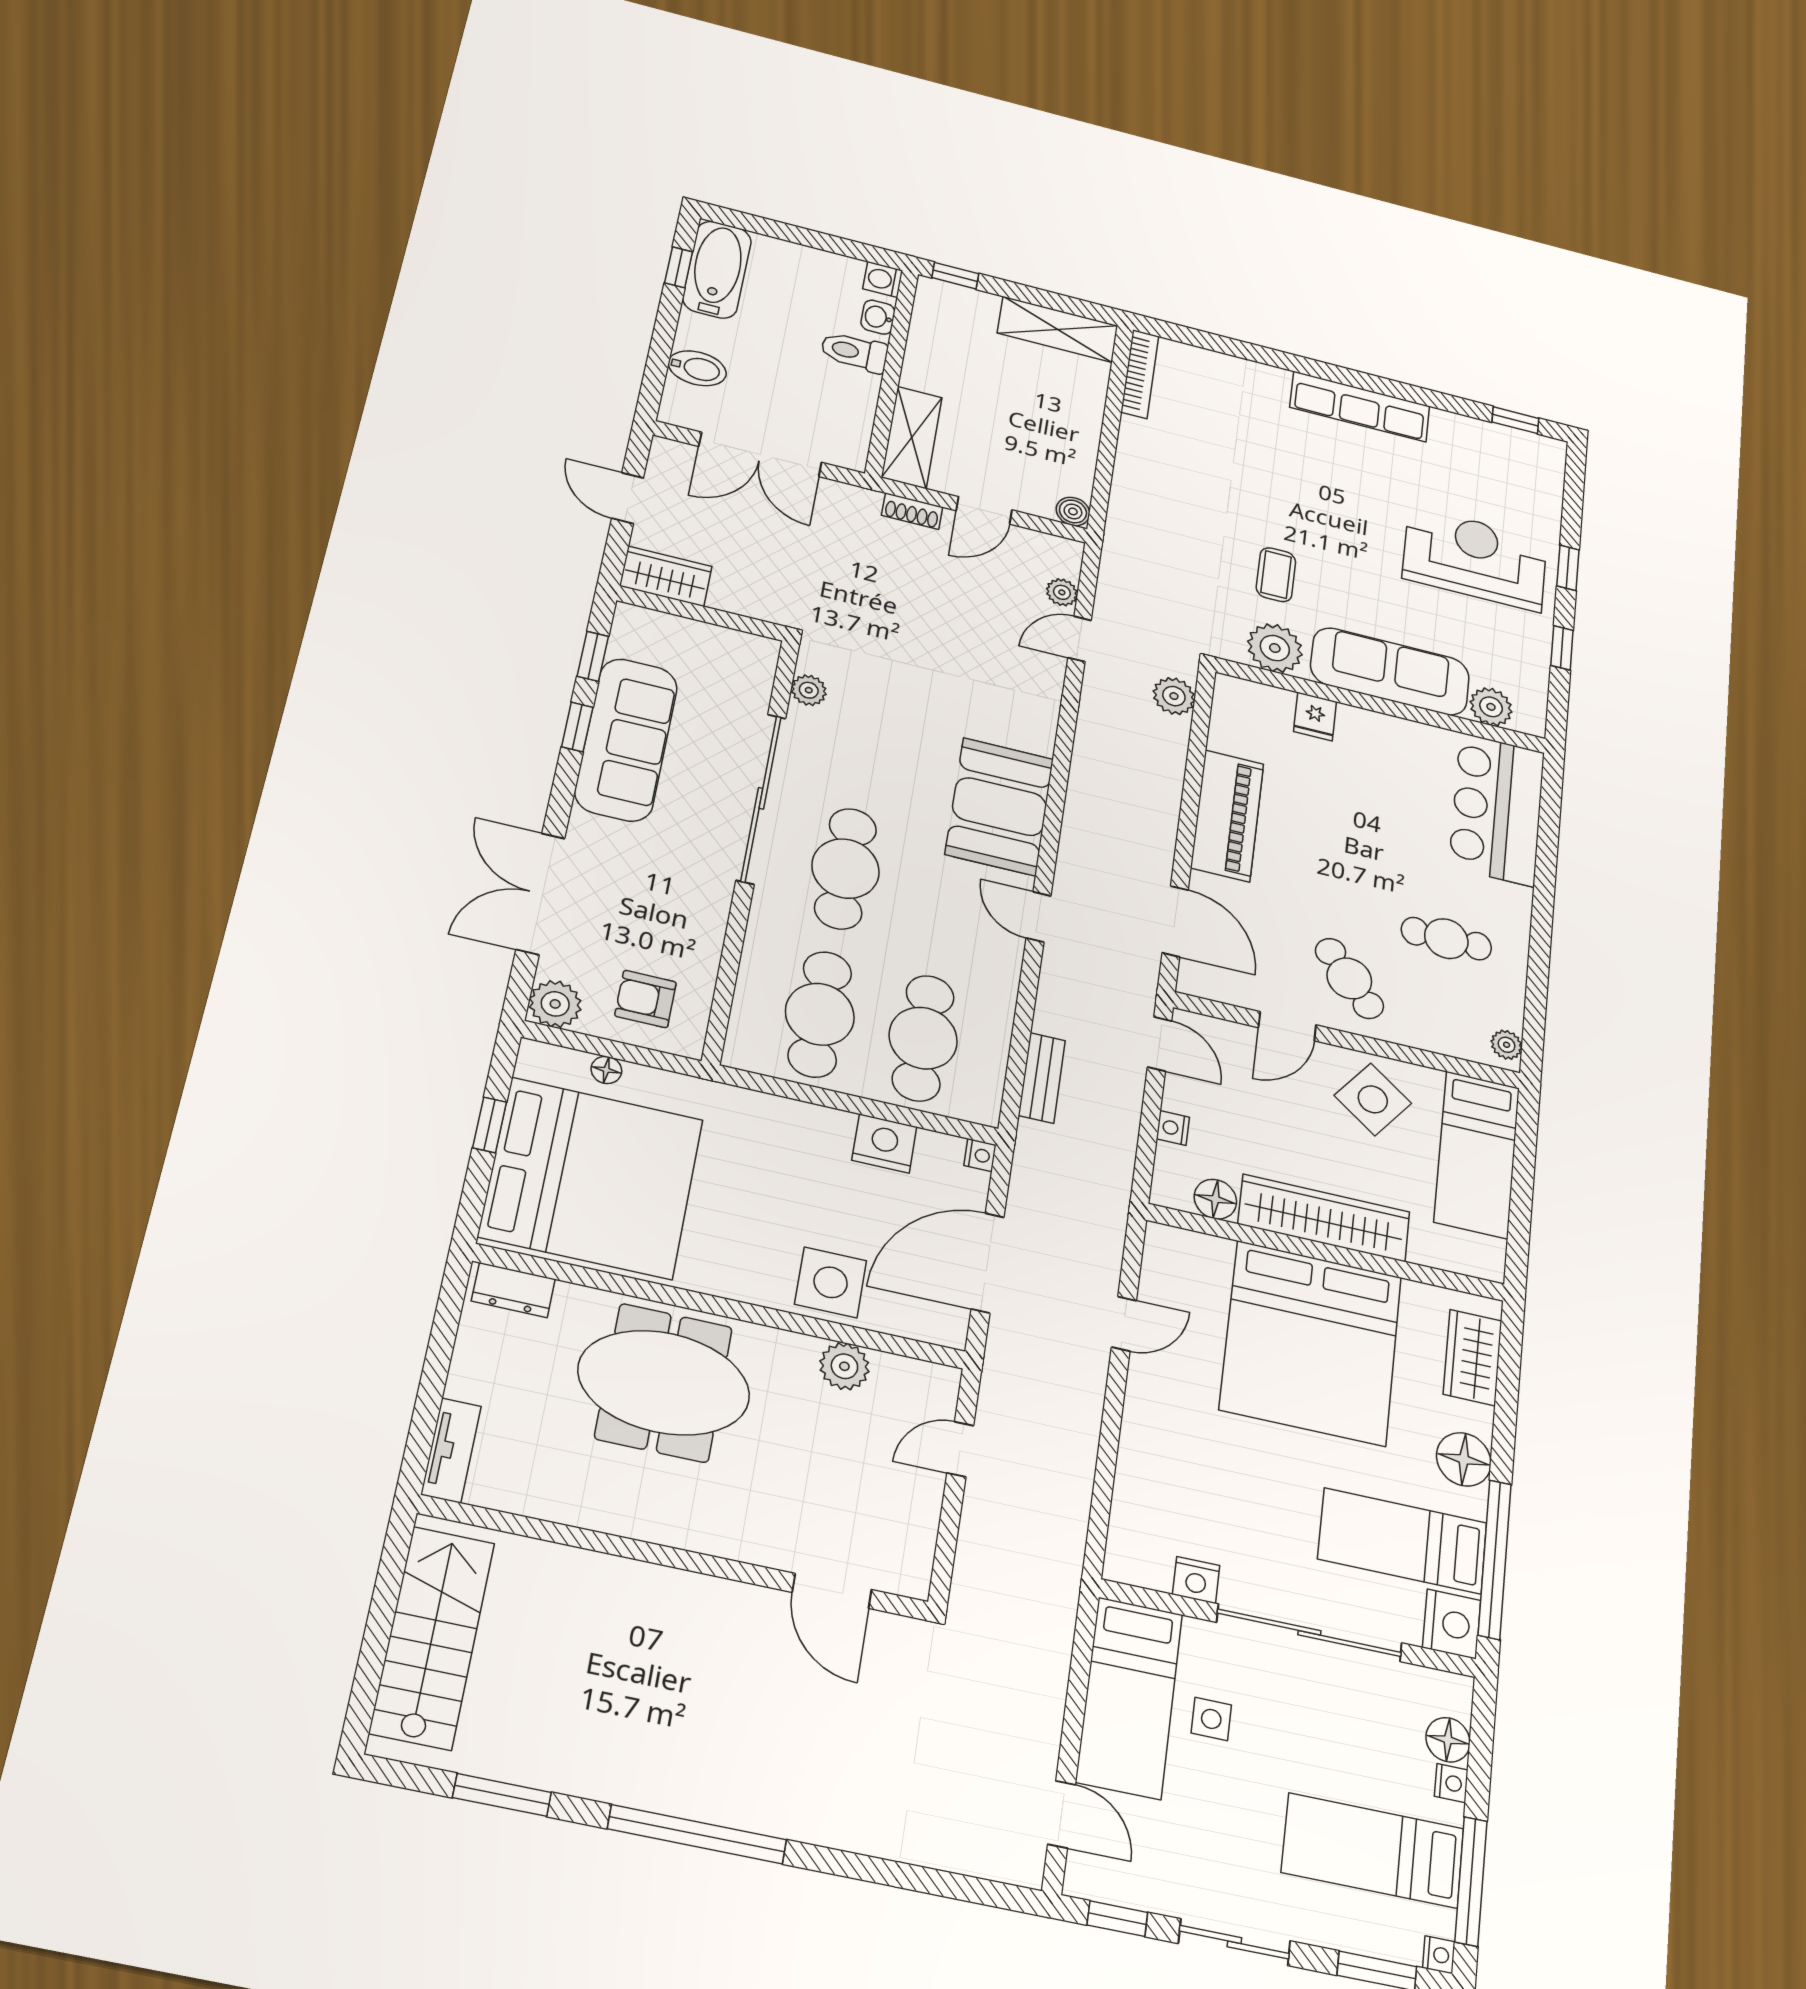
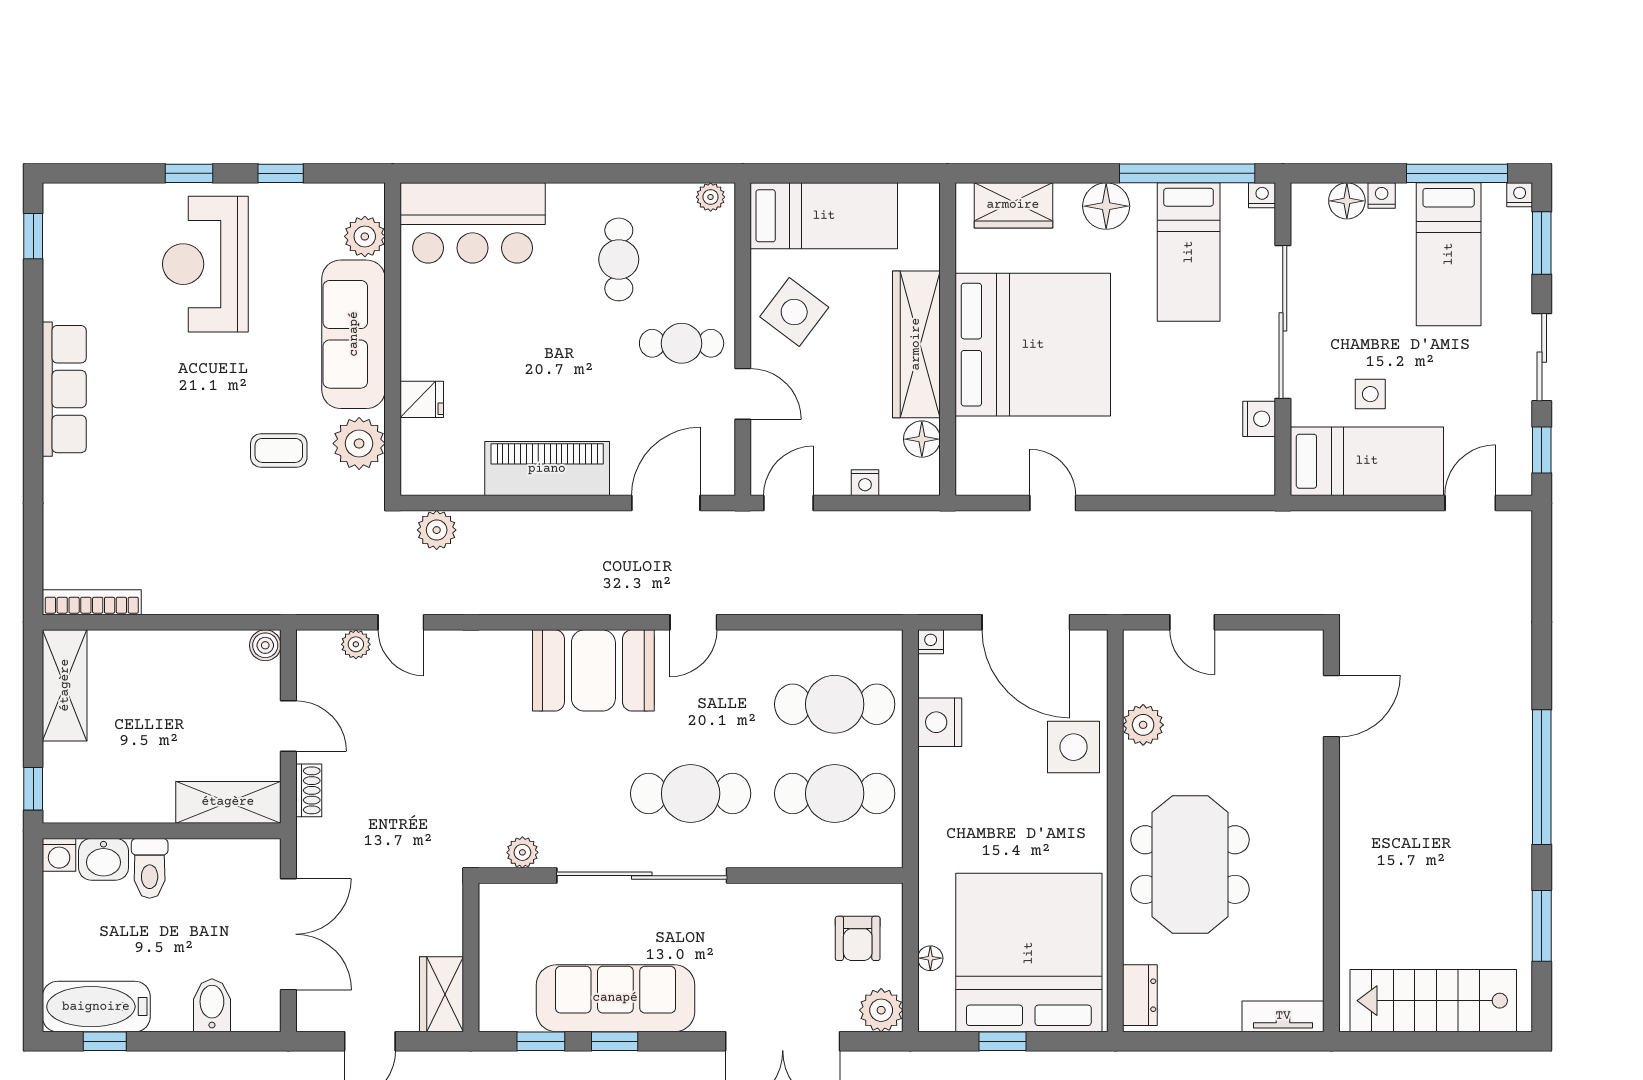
washbasin: (878, 317) -> (104, 859), width x1.38, depth x1.45
cafe table: (1349, 978) -> (682, 343), turned 41
bench: (1042, 1078) -> (846, 599), removed
nightstand: (1452, 1624) -> (1262, 195), width x0.53, depth x0.56

